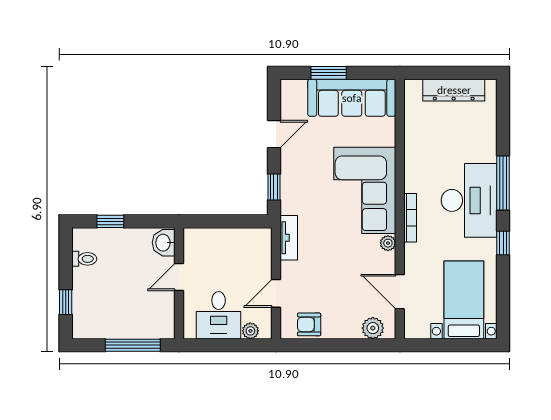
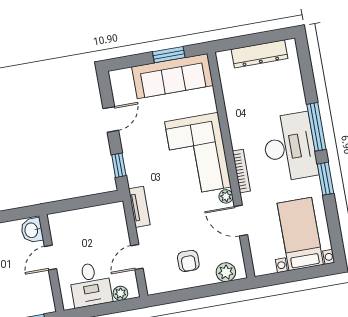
window: (329, 73) -> (169, 55), moved
window: (503, 243) -> (326, 179), width x1.50
door: (400, 292) -> (241, 221), moved
armchair: (309, 324) -> (188, 261), moved, turned -90

